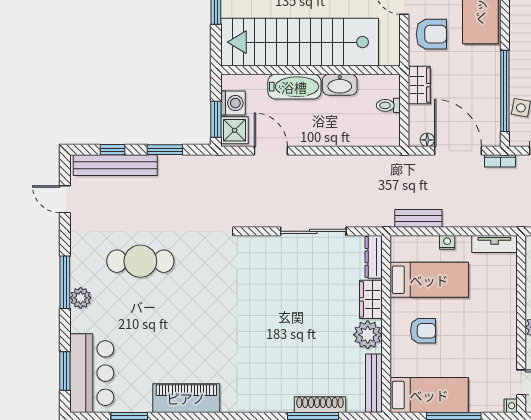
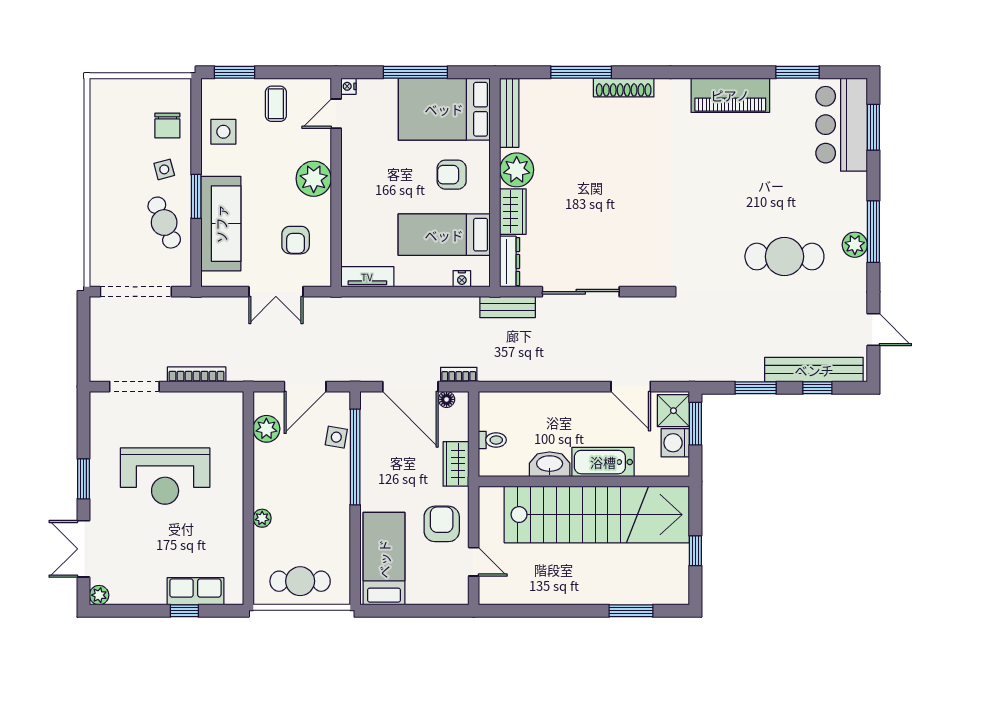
armchair: (431, 34) -> (442, 524), turned 90
bookcase: (500, 161) -> (459, 375), moved
bench: (418, 218) -> (508, 307), moved
nightstand: (447, 242) -> (462, 279), moved
plant: (81, 298) -> (855, 245), moved
bed: (429, 395) -> (444, 109), width x1.50
shoe rack: (320, 405) -> (624, 88), moved

